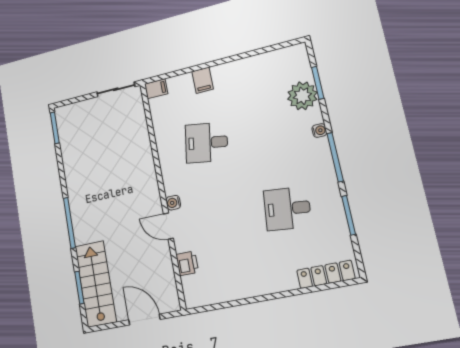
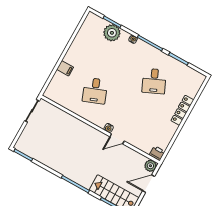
filing cabinet: (156, 89) -> (49, 92), removed
desk: (206, 143) -> (95, 91), turned -30
desk: (287, 209) -> (154, 81), turned -30
printer: (187, 263) -> (157, 153), moved
locker: (326, 274) -> (182, 110), moved
plant: (170, 302) -> (150, 166), added

